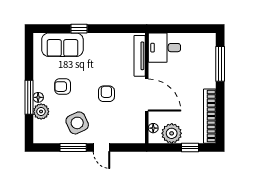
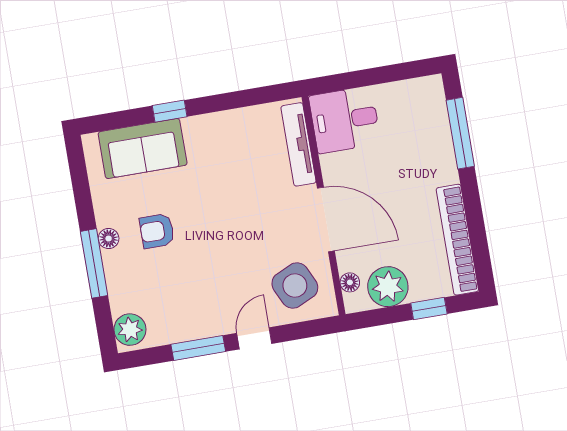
armchair: (106, 94) -> (246, 230), removed
floor lamp: (38, 97) -> (109, 239), moved
plant: (41, 111) -> (130, 330), moved
side table: (77, 123) -> (295, 286), moved
door: (101, 148) -> (254, 338), swing flipped

